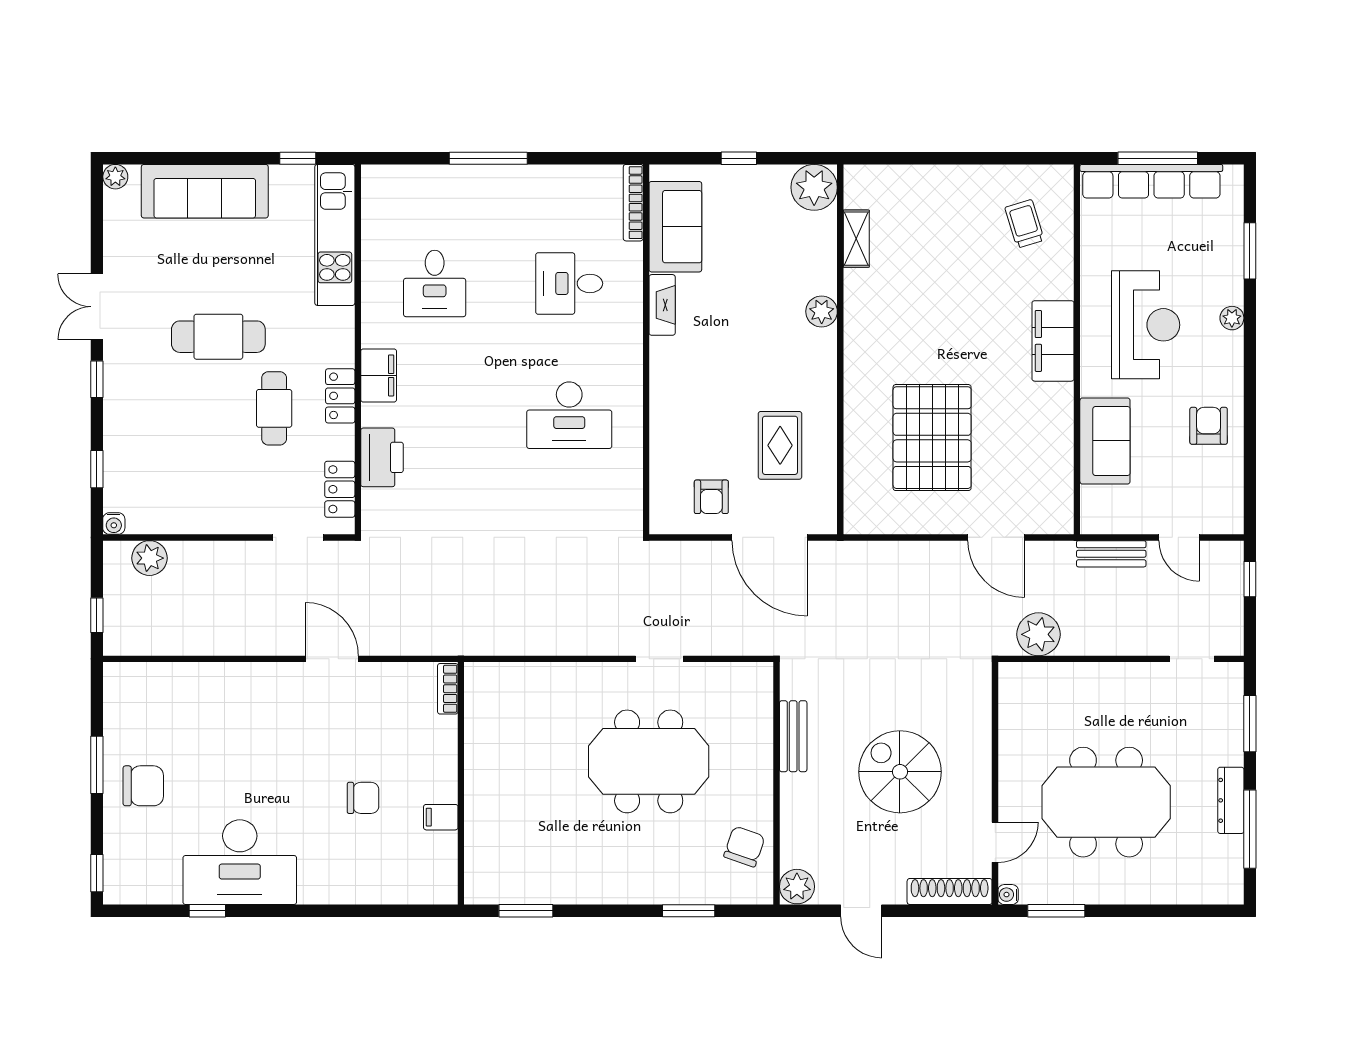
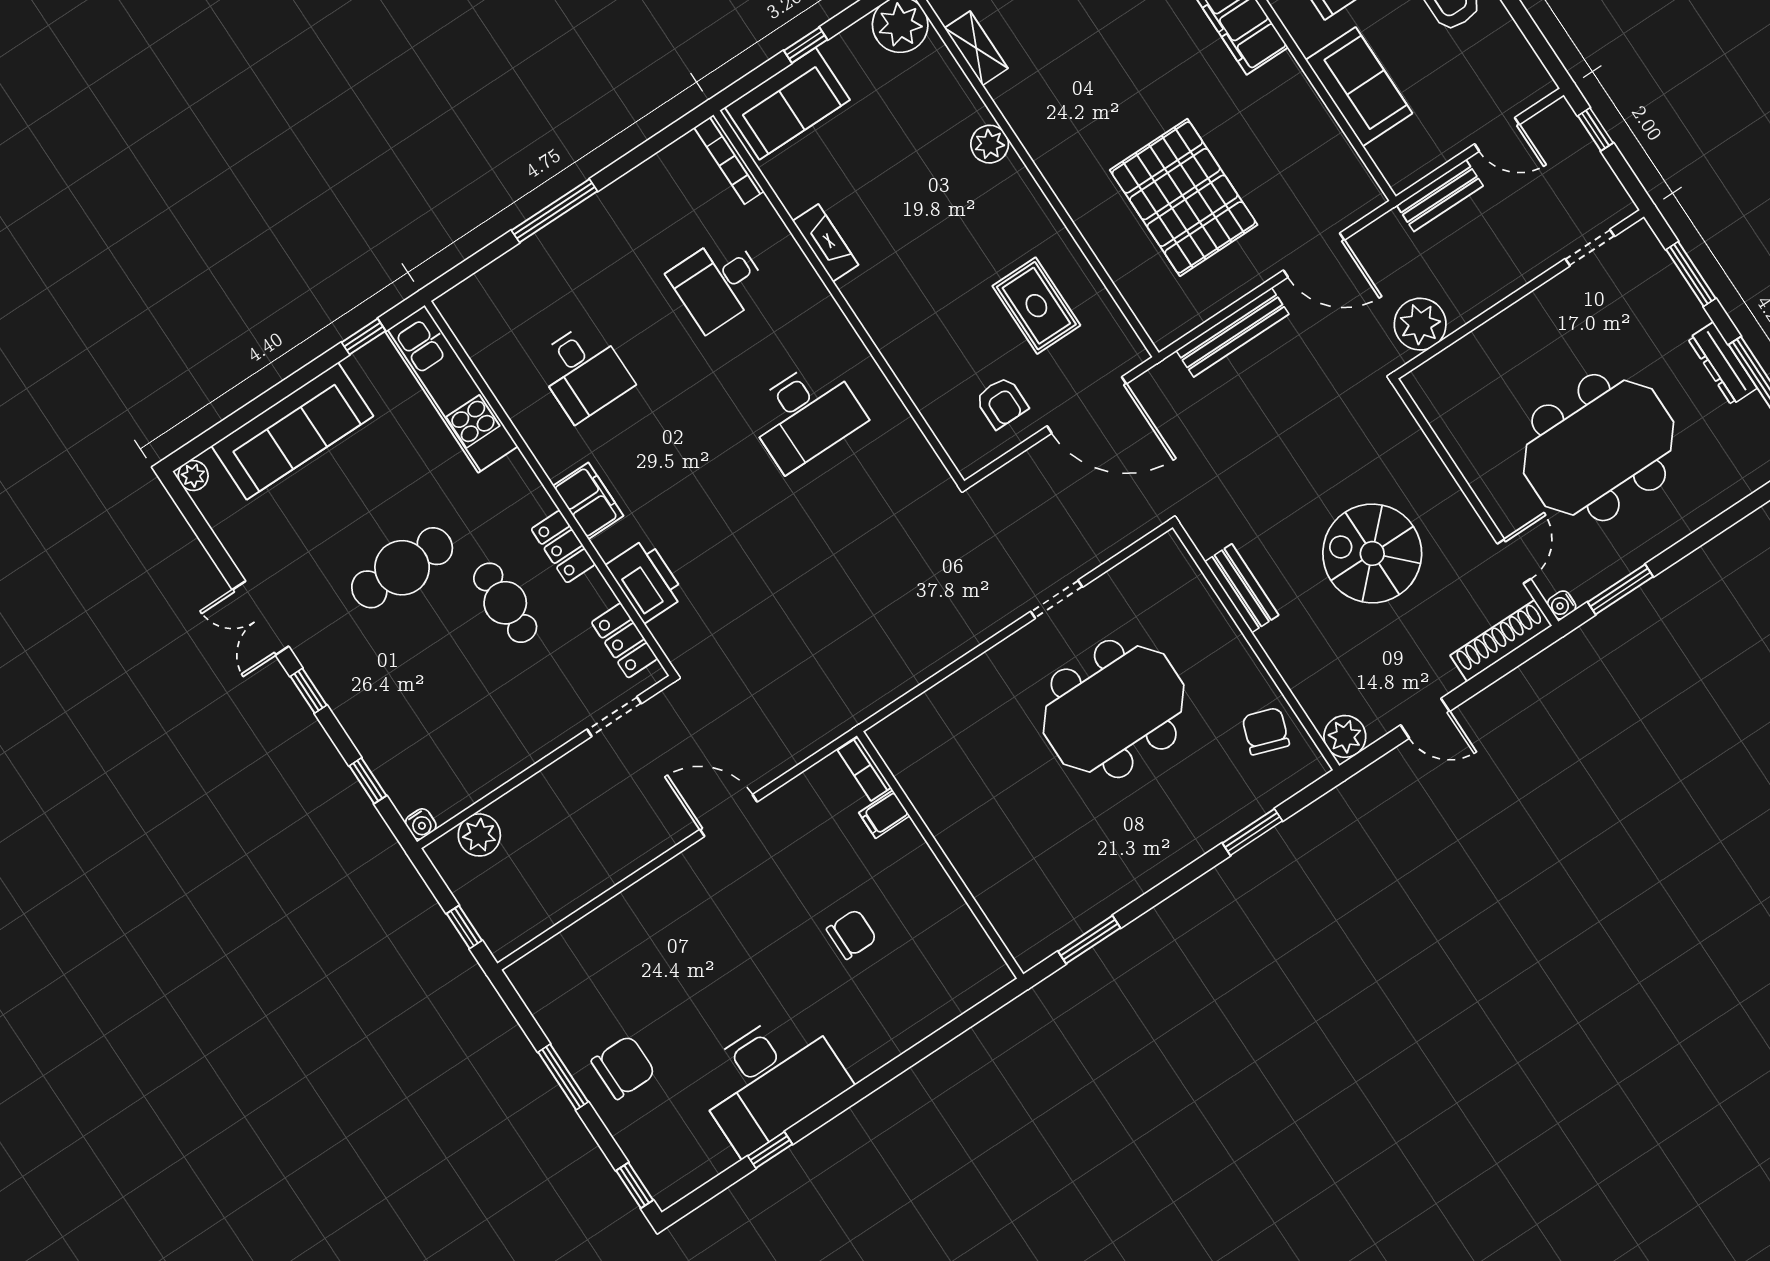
sofa: (675, 227) -> (787, 104), moved, turned 90
bench: (904, 554) -> (1232, 332), added
filing cabinet: (441, 817) -> (884, 814), moved

